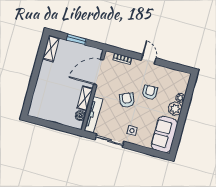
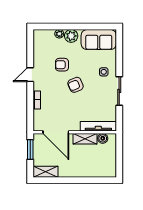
door: (99, 72) -> (56, 132), moved
wall: (94, 90) -> (75, 132), moved
shelving: (85, 98) -> (85, 139), moved
tv unit: (93, 115) -> (98, 126), moved
boiler: (80, 116) -> (103, 138), moved

